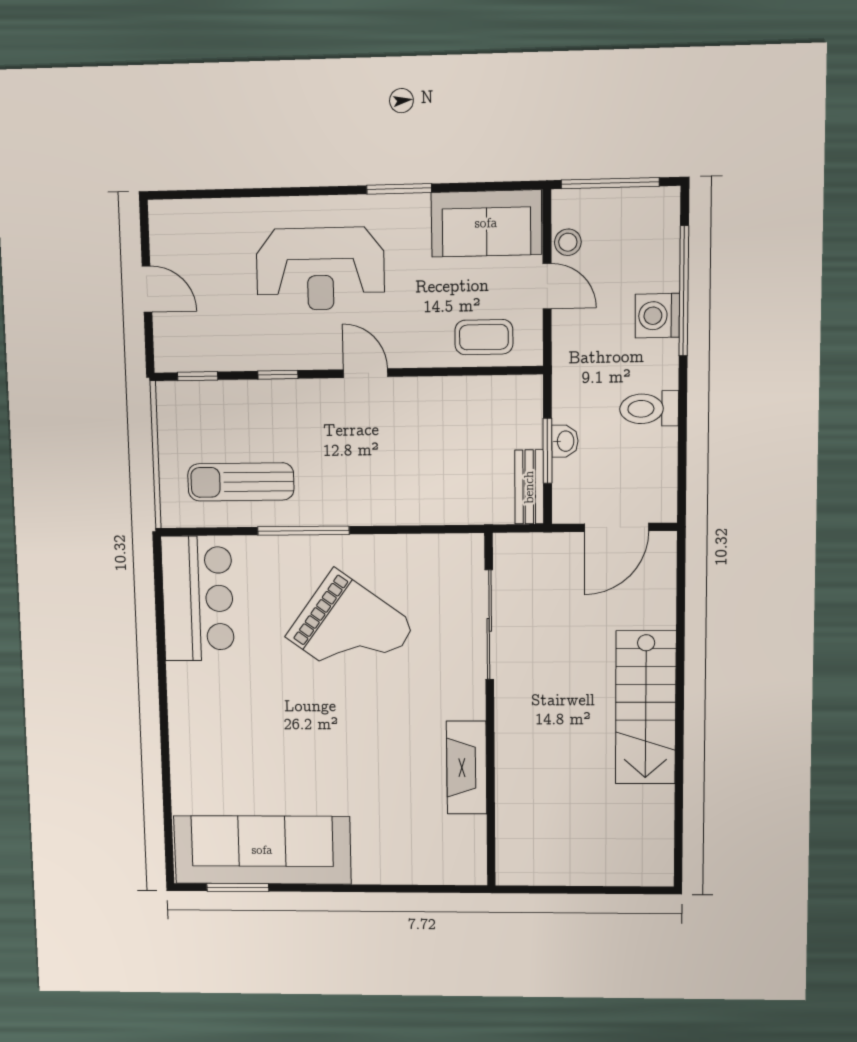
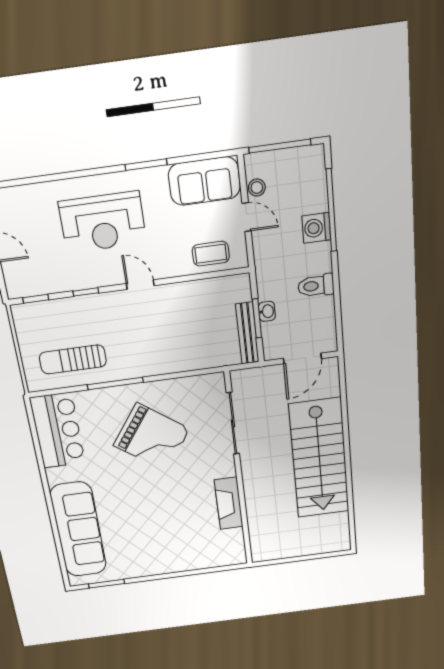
bench: (529, 487) -> (247, 333), width x1.36
stairs: (646, 708) -> (319, 459), width x1.36, depth x1.51
sofa: (262, 850) -> (78, 530), moved, turned 90

